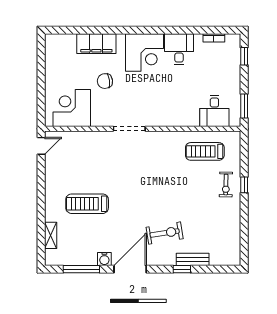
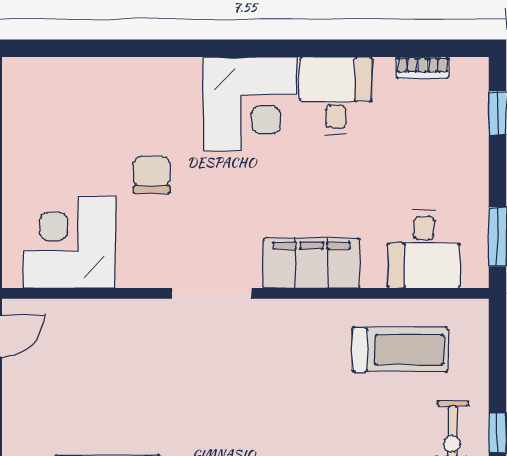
filing cabinet: (96, 44) -> (312, 263), moved, turned 180
chair: (105, 81) -> (152, 175), turned 98
treadmill: (205, 151) -> (400, 350), turned 180

